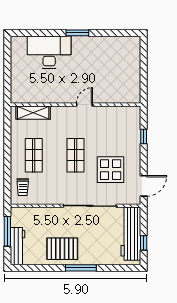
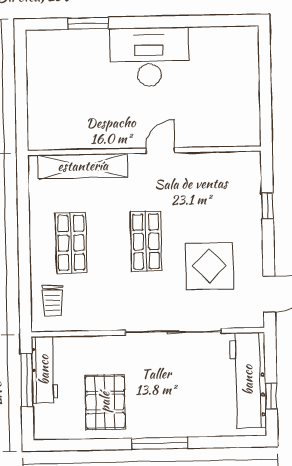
window: (77, 33) -> (88, 23), moved
desk: (49, 52) -> (149, 57), moved
shelving: (33, 113) -> (83, 166), width x1.47
workbench: (17, 246) -> (44, 370), moved
pallet: (62, 249) -> (105, 402), moved, turned 90

